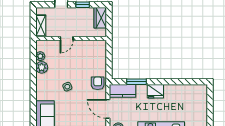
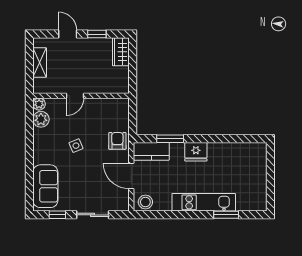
door: (67, 39) -> (75, 96), moved
wall: (71, 39) -> (81, 96), moved

